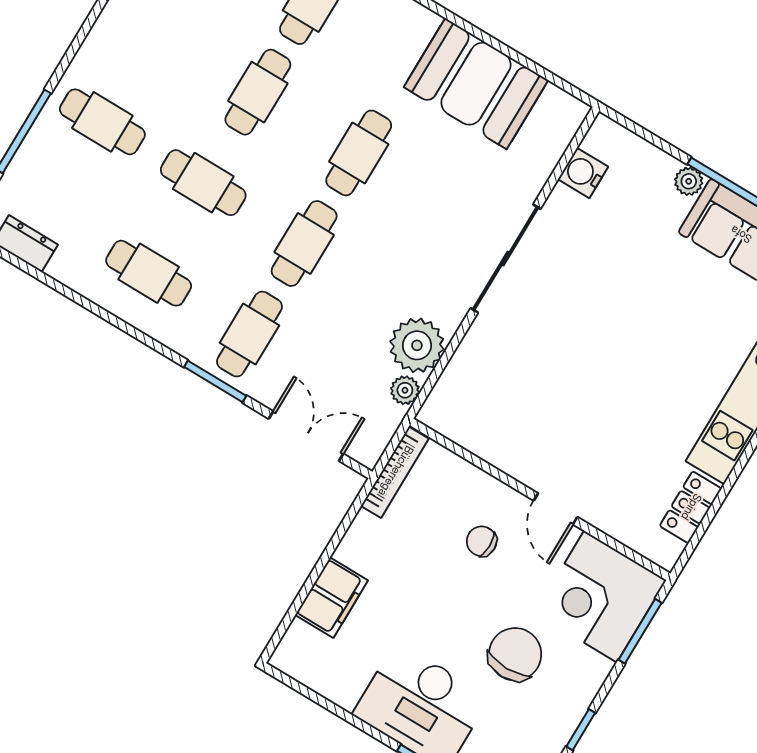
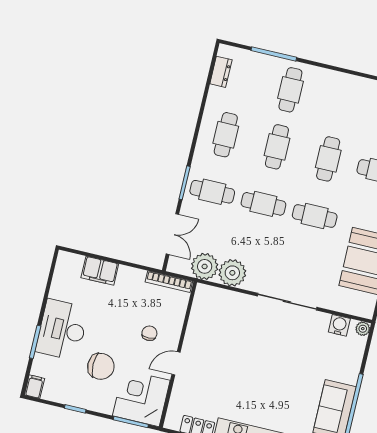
cafe table: (258, 92) -> (328, 159), turned 90
plant: (689, 181) -> (363, 329), moved
plant: (405, 390) -> (205, 266), width x1.87, depth x1.87

